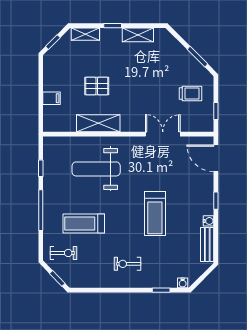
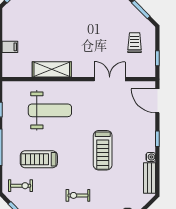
pallet: (97, 86) -> (50, 36), removed
trolley: (190, 94) -> (135, 43), turned -90
weight bench: (96, 169) -> (50, 110), turned 180

